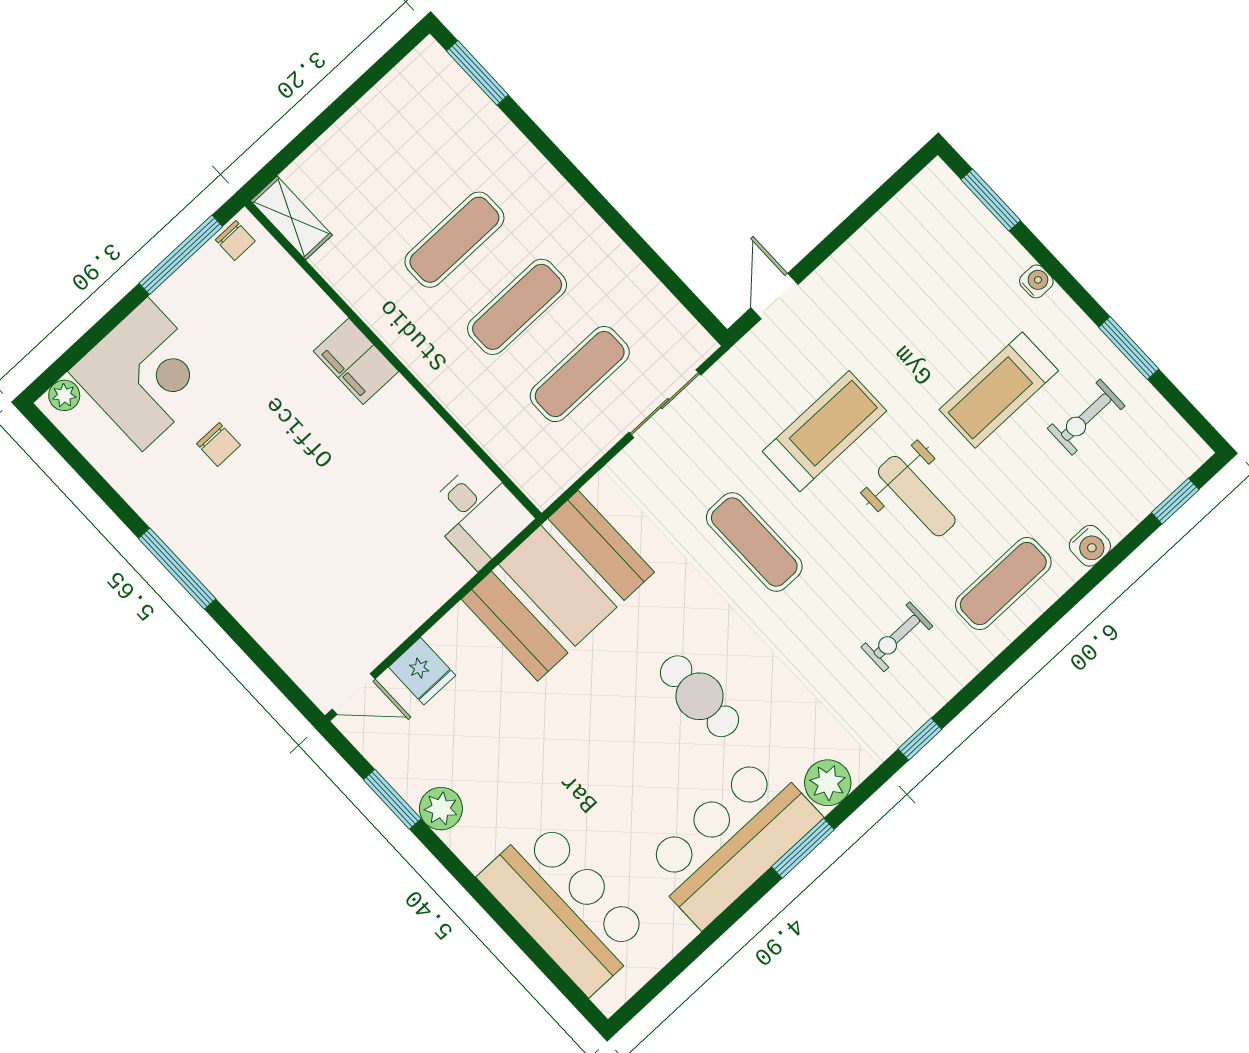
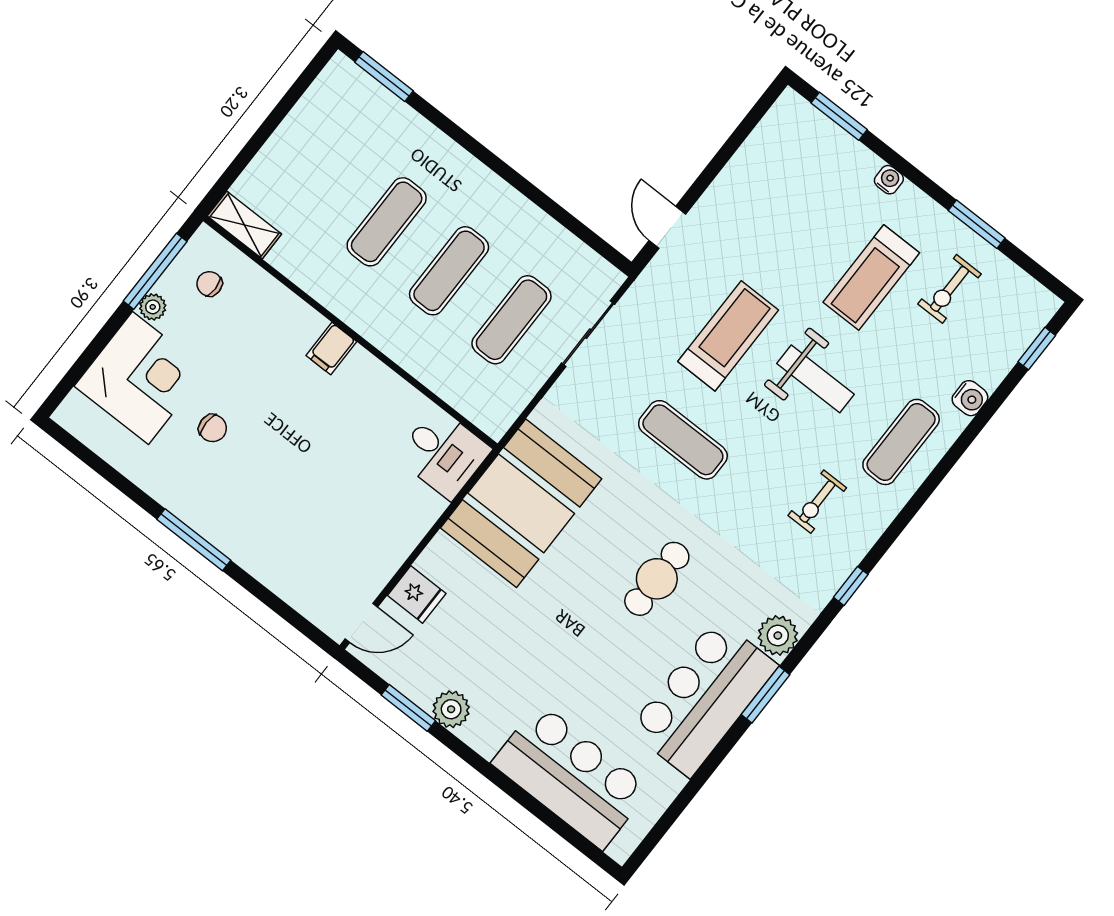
chair: (235, 240) -> (209, 284), moved, turned 180
filing cabinet: (356, 361) -> (331, 349), width x0.50
plant: (64, 395) -> (153, 307), moved
cafe table: (700, 696) -> (657, 579), turned 90

